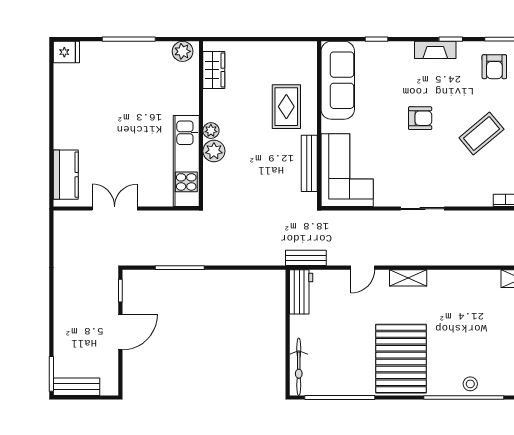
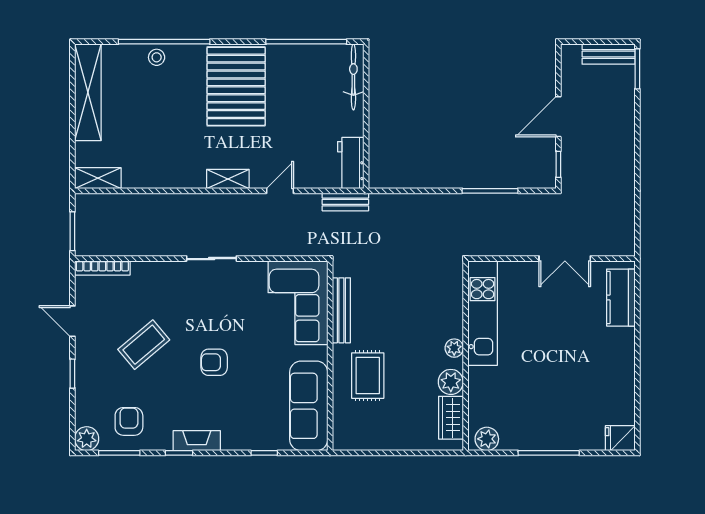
plant: (214, 151) -> (451, 382), moved

